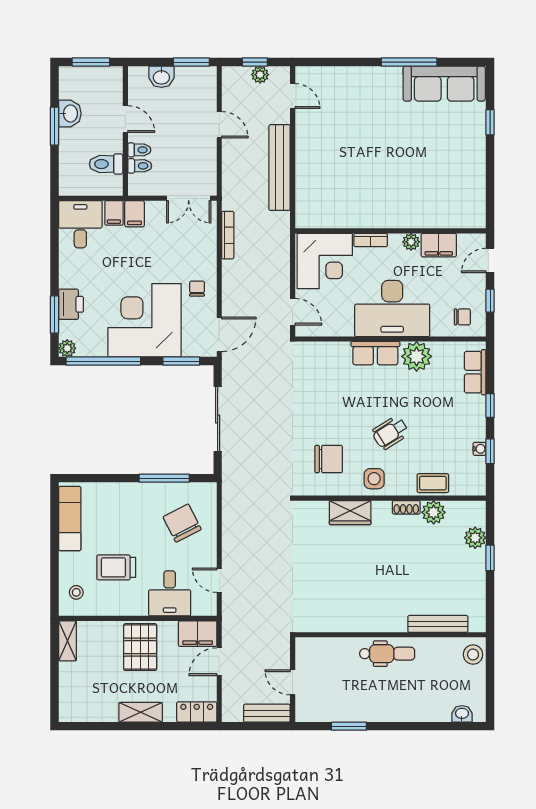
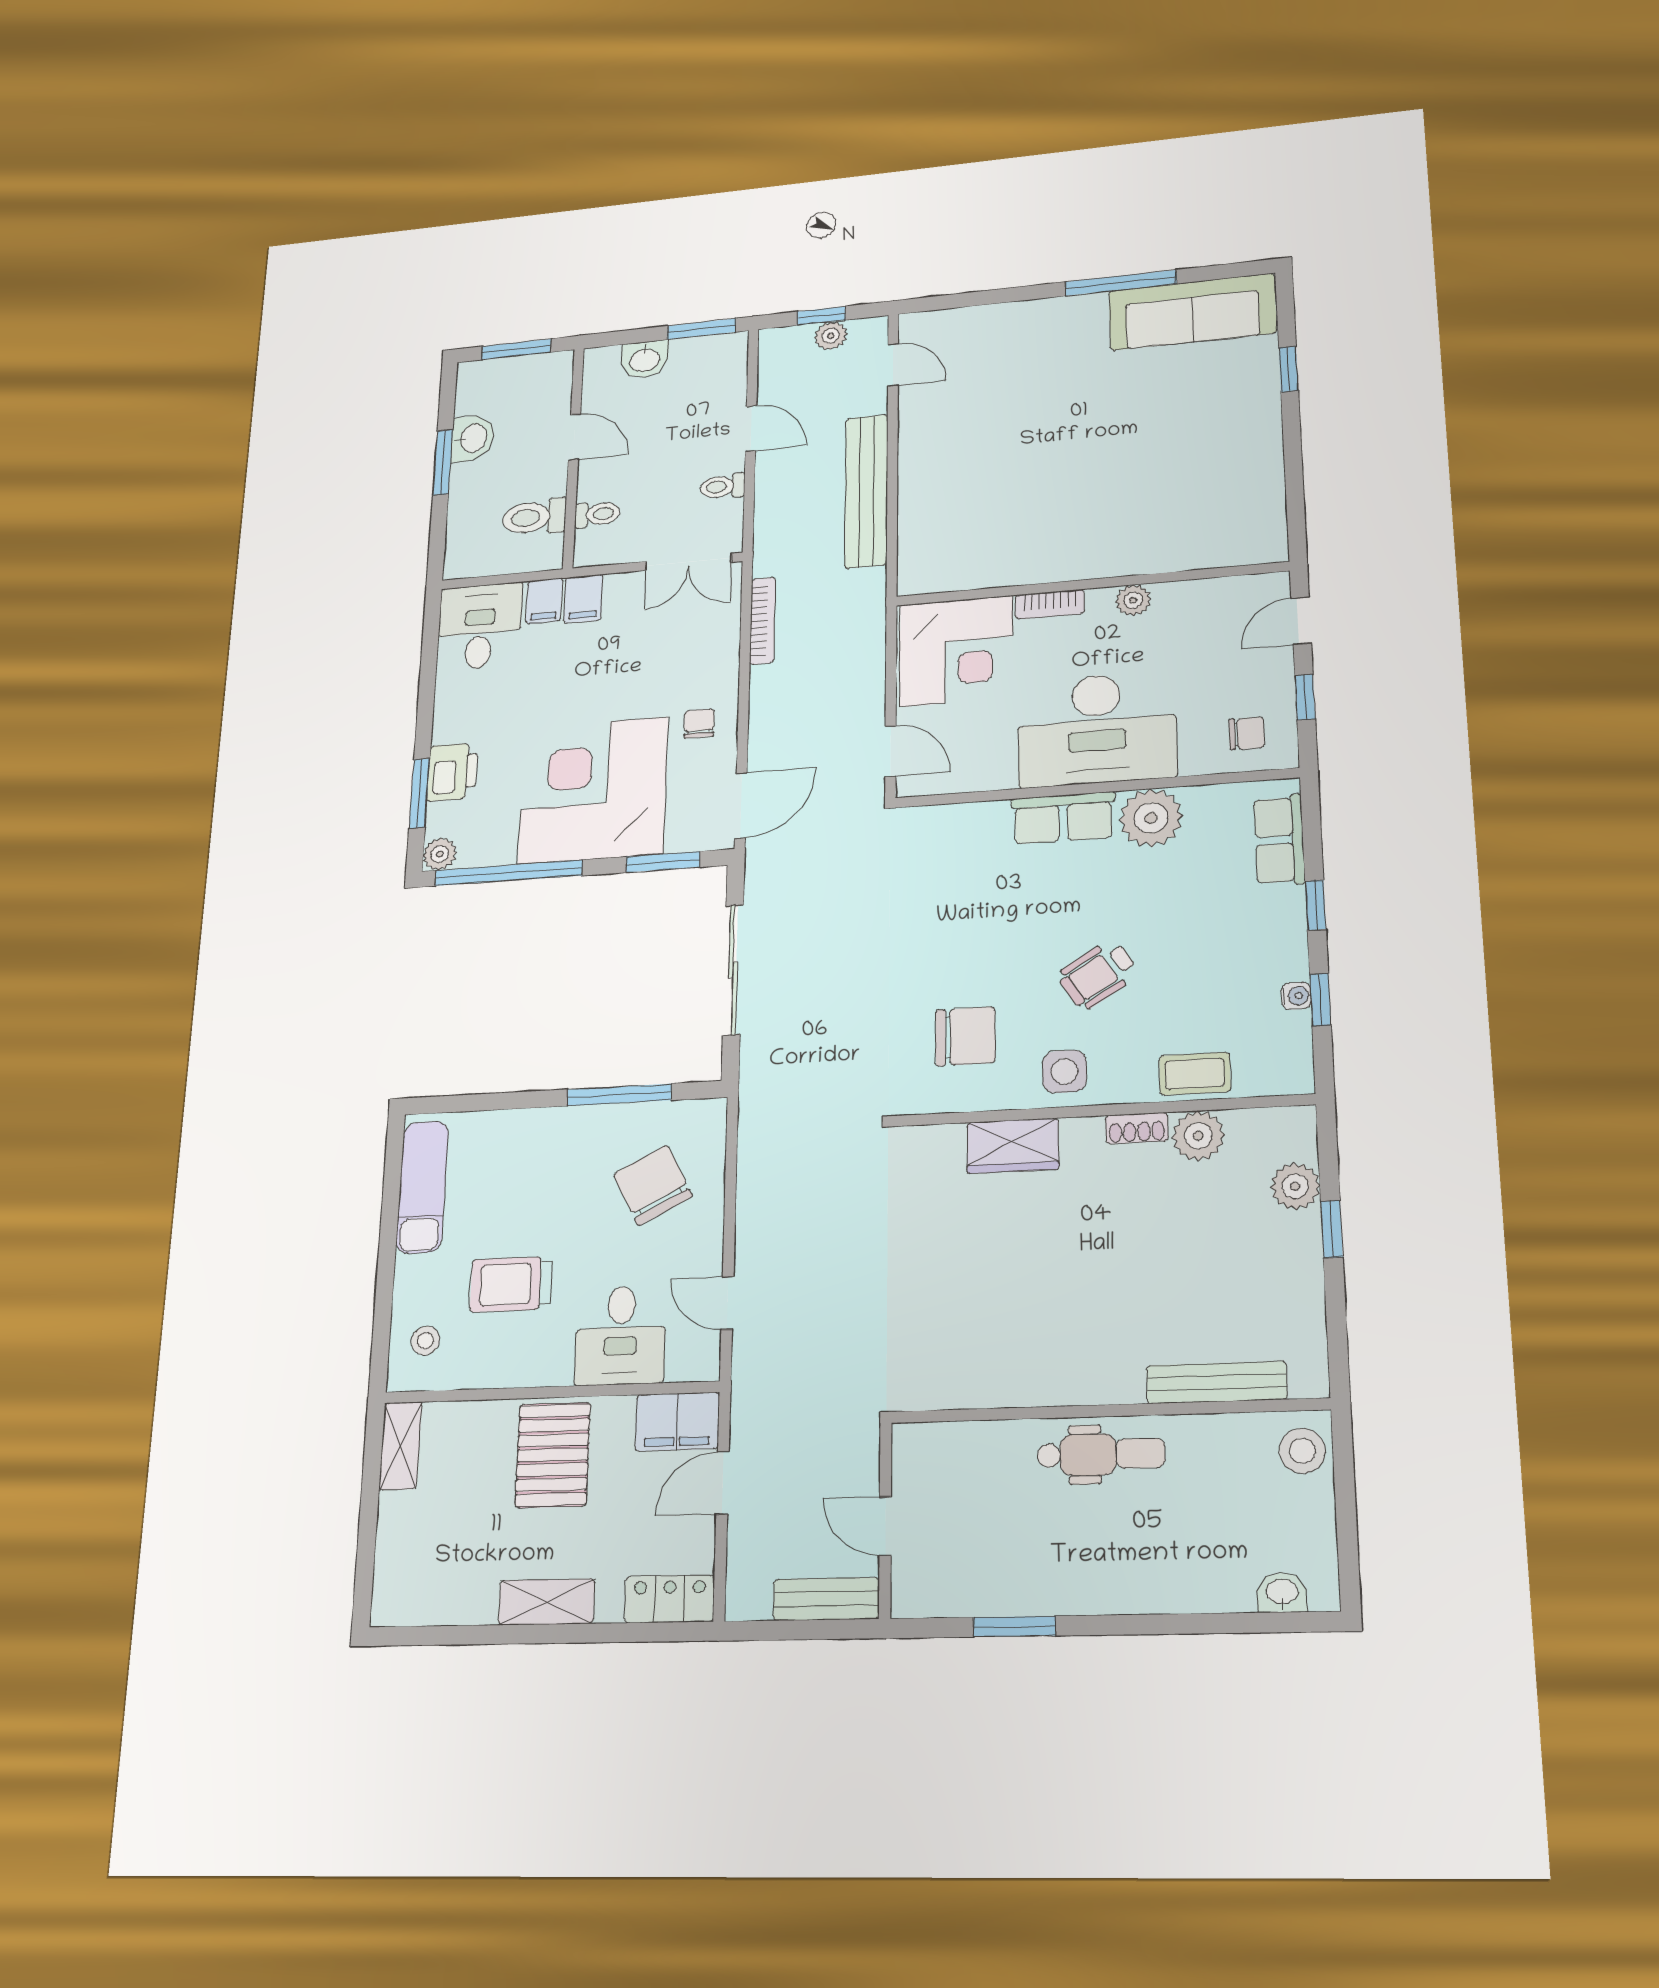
toilet: (139, 150) -> (723, 486), moved, turned 180
filing cabinet: (439, 245) -> (1191, 601), removed

